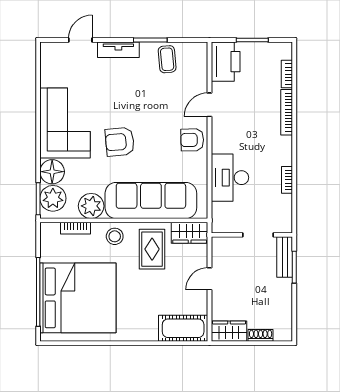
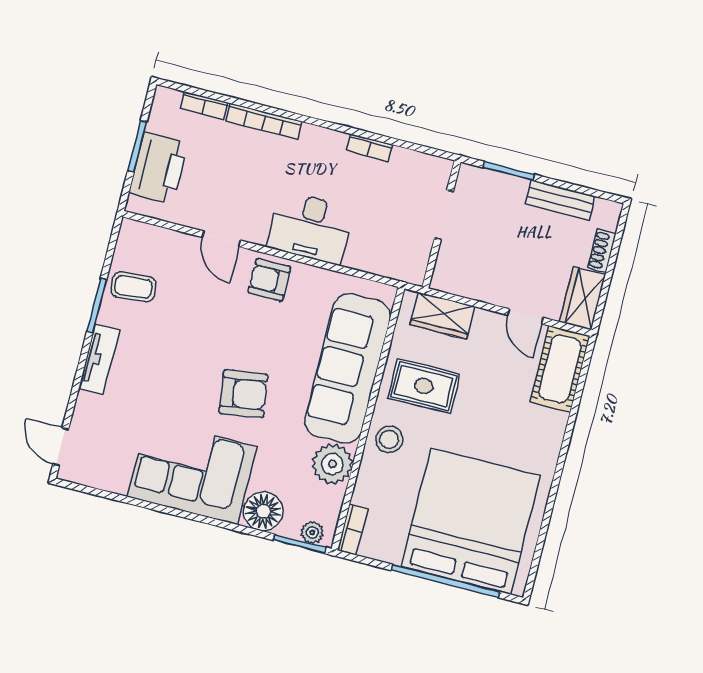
door: (80, 40) -> (61, 447), moved
printer: (226, 62) -> (158, 168), moved, turned 90
armchair: (192, 140) -> (269, 280), turned 91
armchair: (120, 142) -> (243, 394), turned -93
desk: (230, 178) -> (310, 228), moved
plant: (53, 198) -> (312, 533), width x0.53, depth x0.53
bookcase: (76, 228) -> (353, 530), moved
wardrobe: (190, 233) -> (443, 316), moved, turned 90
bench: (285, 257) -> (560, 200), moved
door: (210, 279) -> (525, 316), moved

